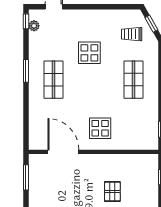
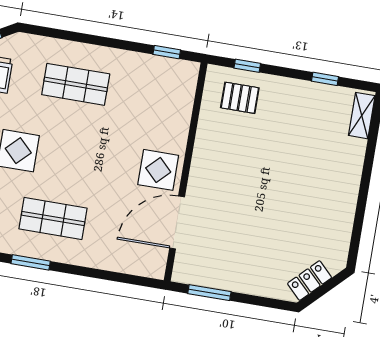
display table: (100, 128) -> (158, 170), moved
pallet: (112, 191) -> (240, 98), moved

